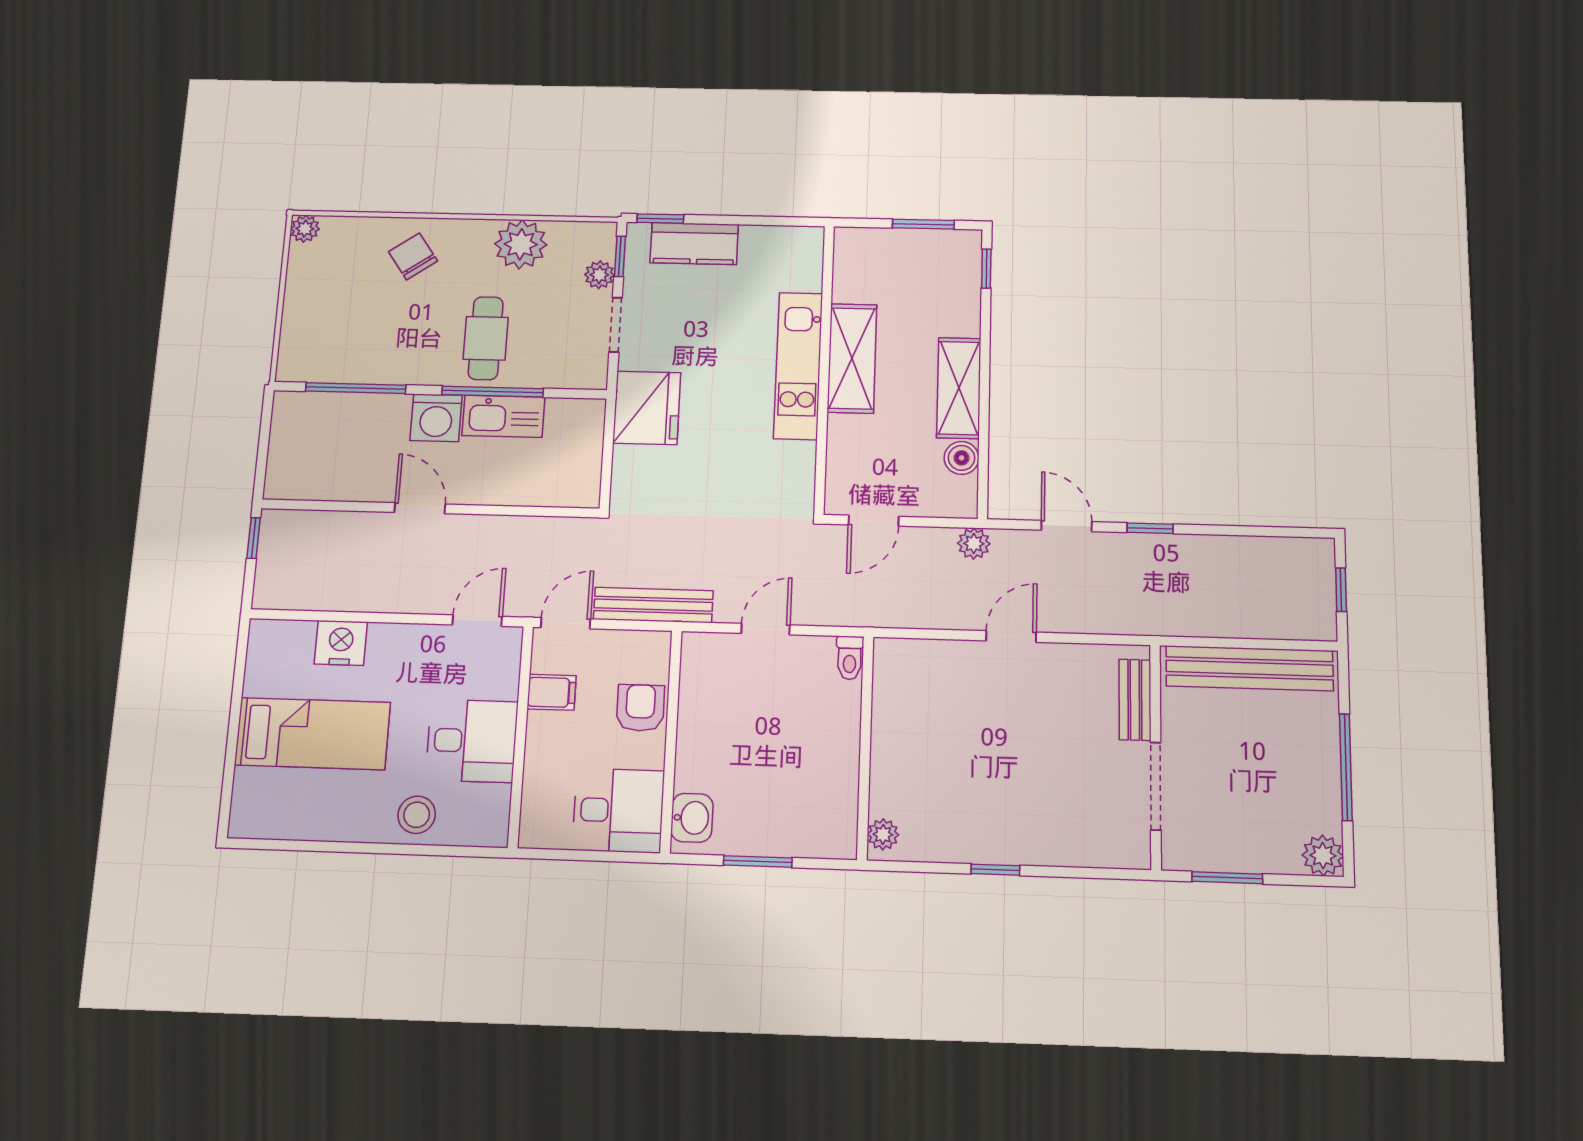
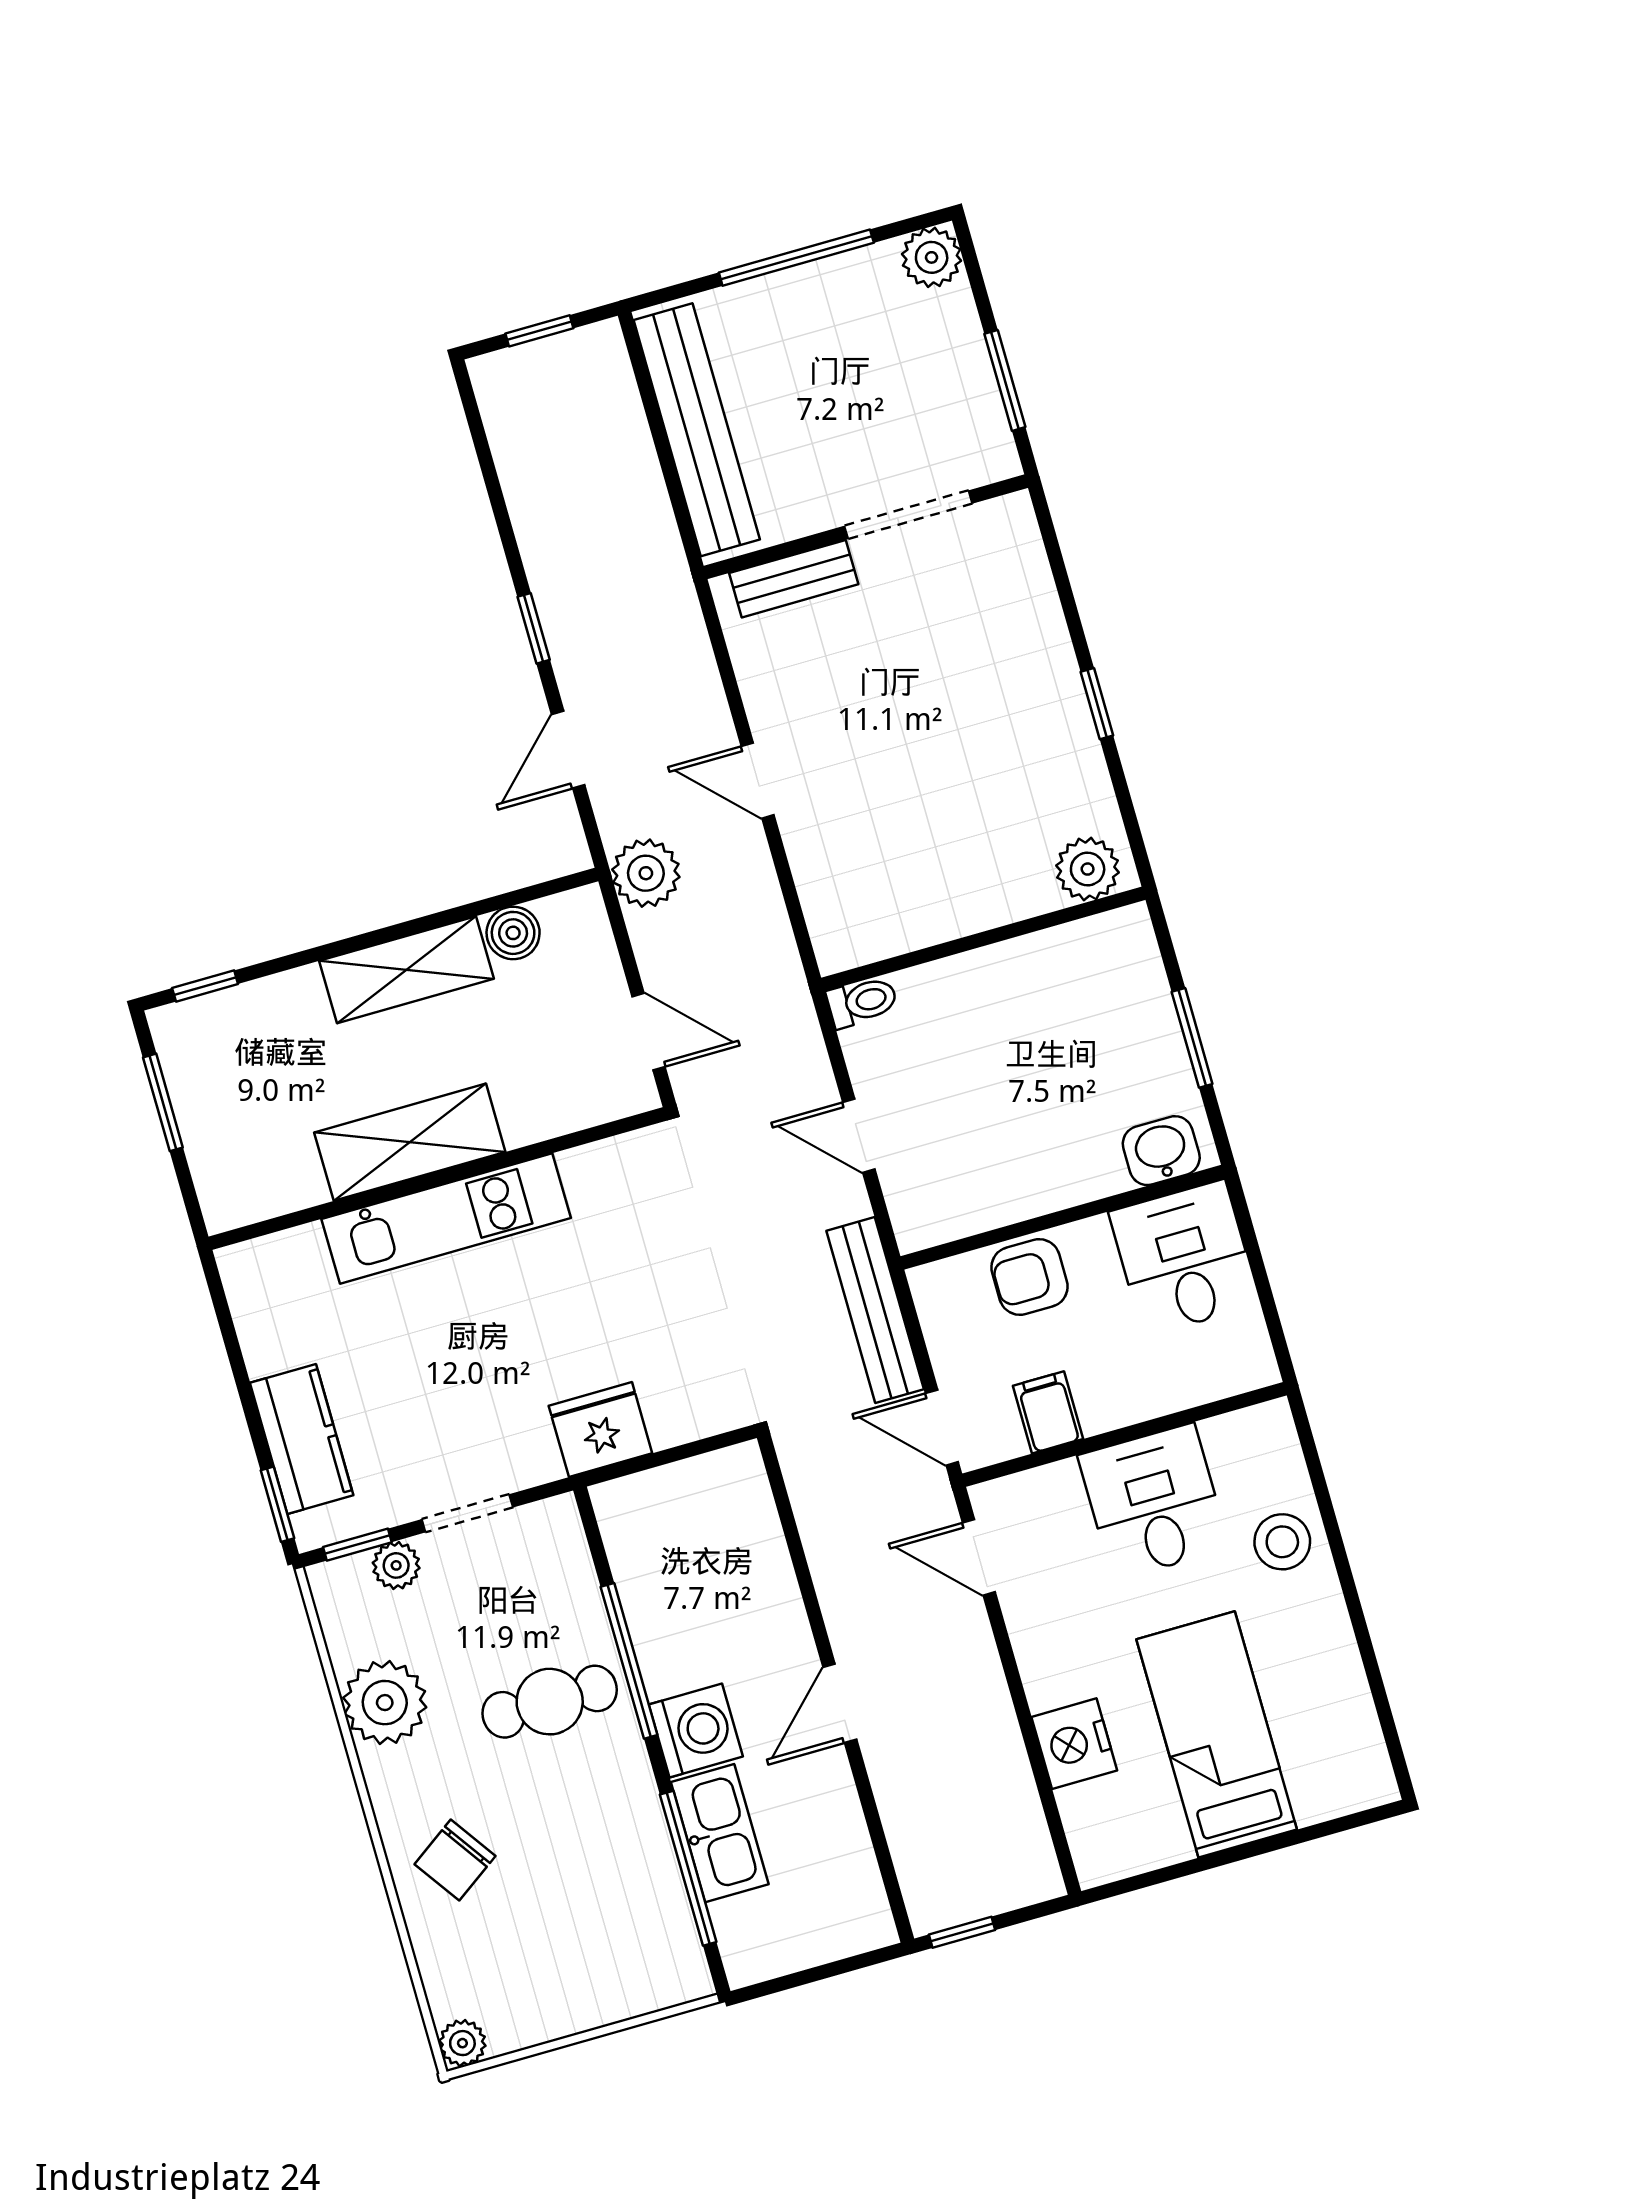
fridge: (647, 408) -> (600, 1429), width x0.73, depth x0.75
kitchen sink: (503, 416) -> (720, 1833), moved
plant: (974, 544) -> (646, 873), width x1.38, depth x1.38
plant: (883, 834) -> (1088, 869), width x1.38, depth x1.38

